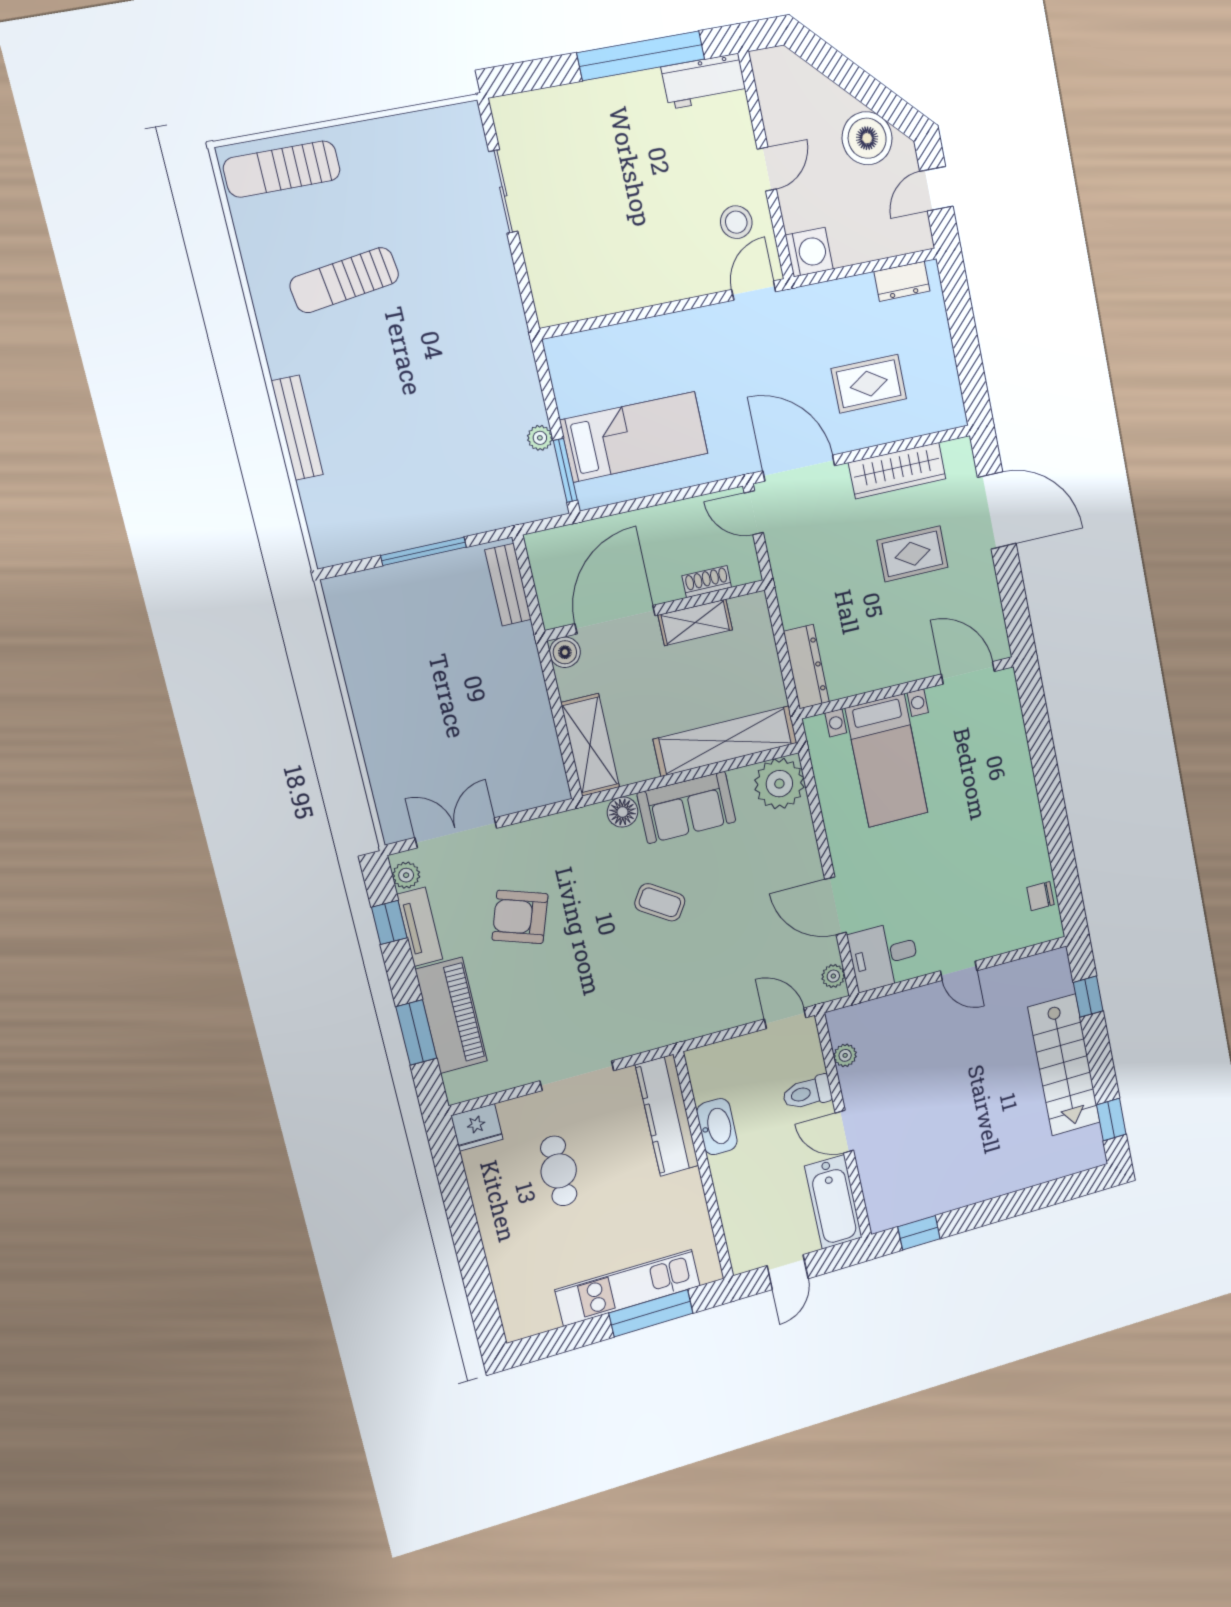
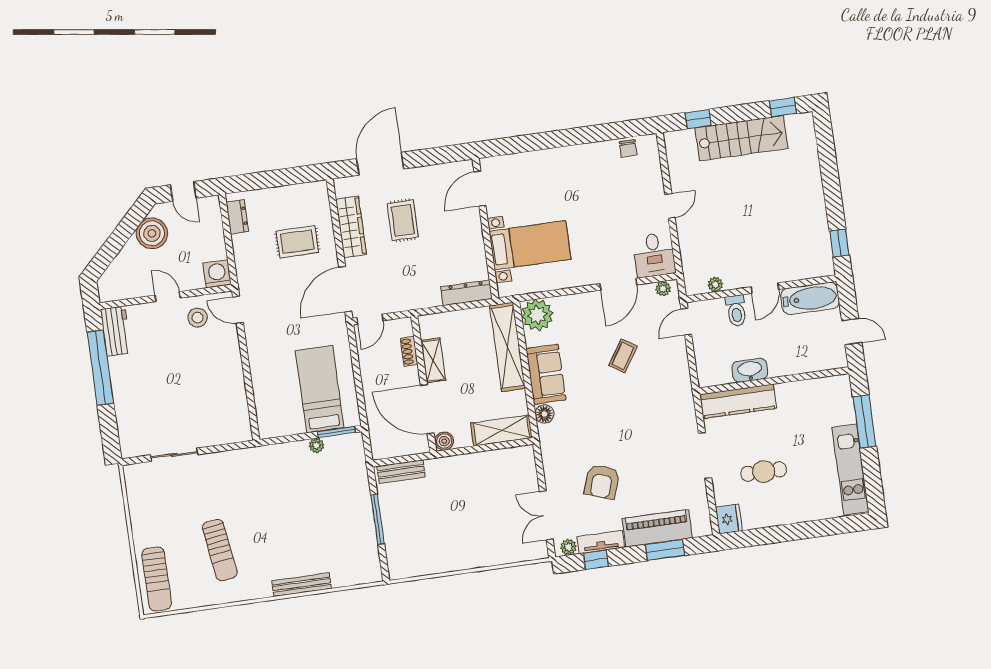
rug: (869, 384) -> (297, 242), turned 90
coffee table: (660, 902) -> (623, 356), moved
kitchen unit: (628, 1288) -> (850, 470), moved

